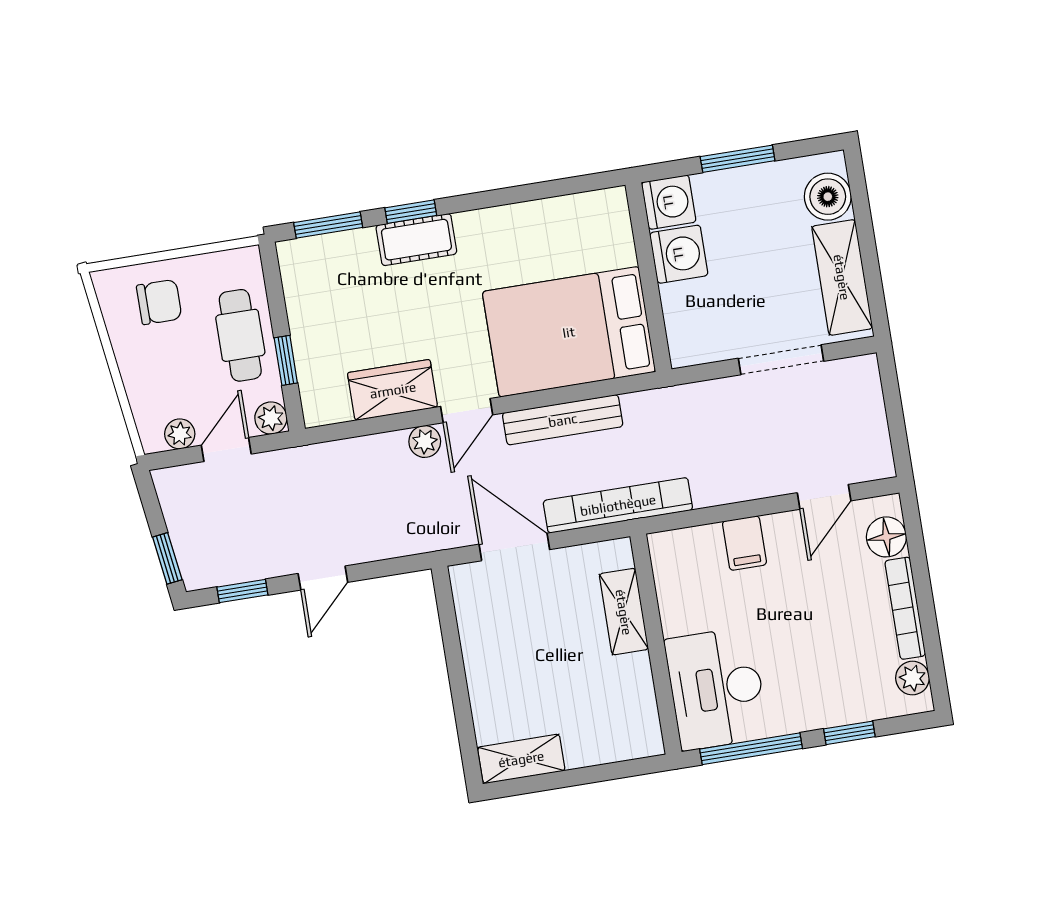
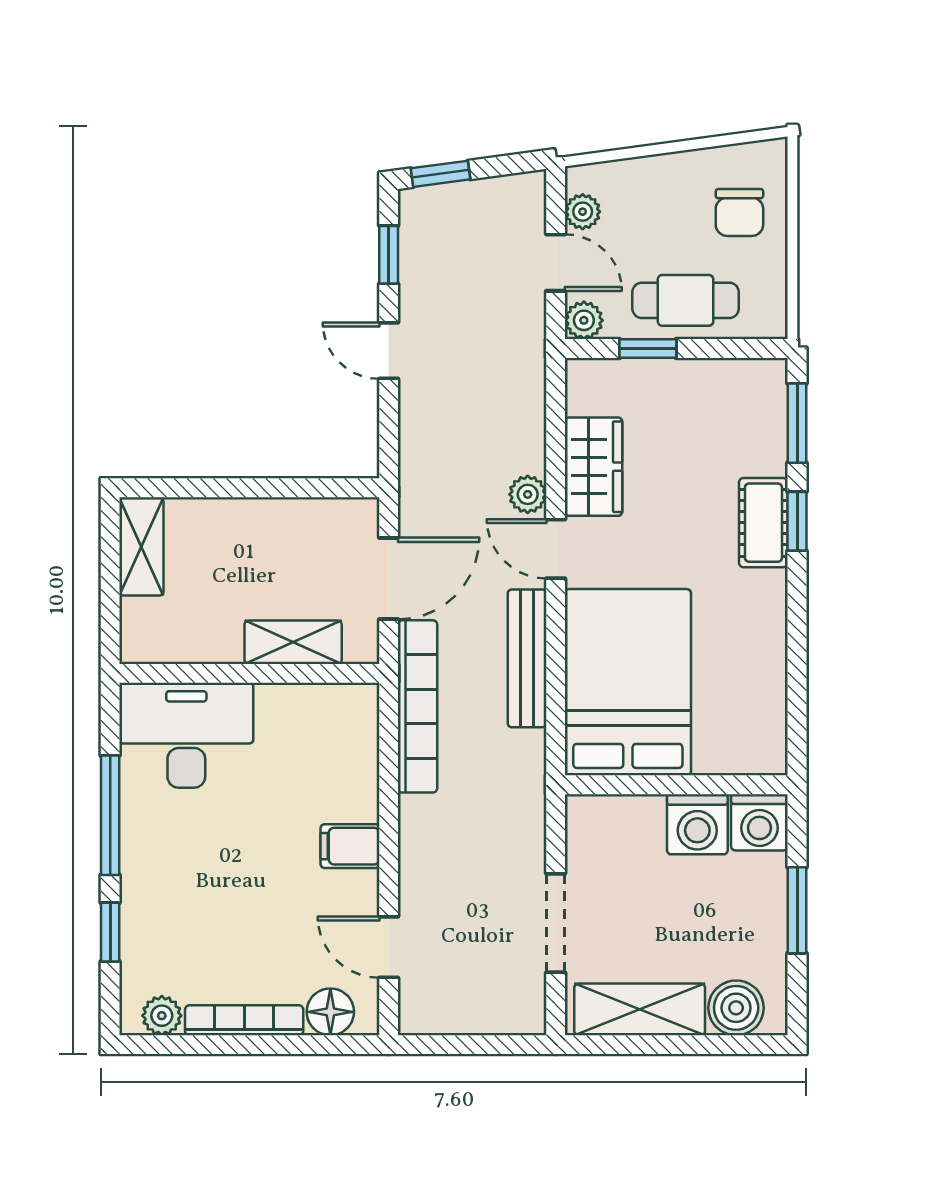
shelving: (624, 612) -> (293, 642), moved
wall: (656, 644) -> (249, 673), moved
desk: (716, 689) -> (186, 735), moved

